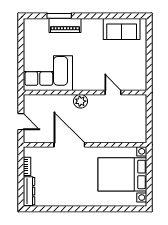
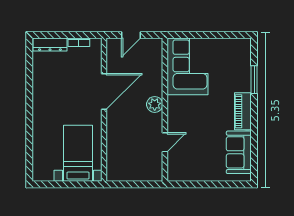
piano: (65, 26) -> (243, 111), moved
bed with nightstands: (122, 174) -> (78, 153), width x0.73

